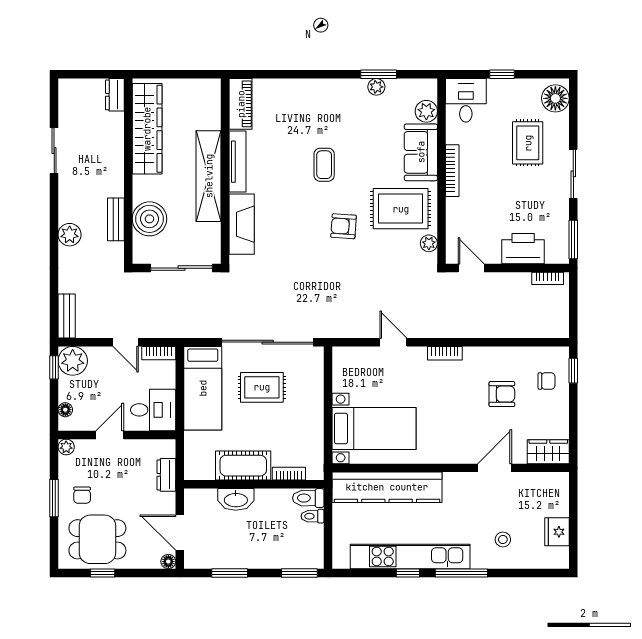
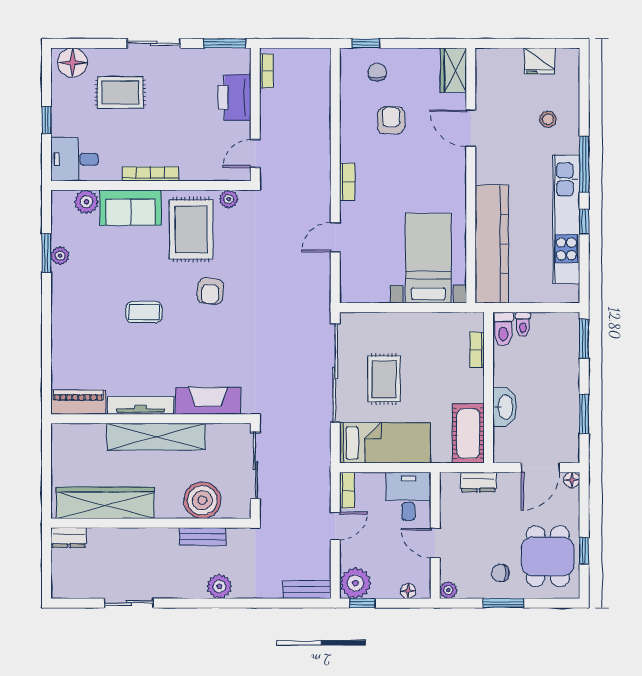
cot: (243, 466) -> (468, 433), moved
chair: (82, 495) -> (500, 573), turned 180

